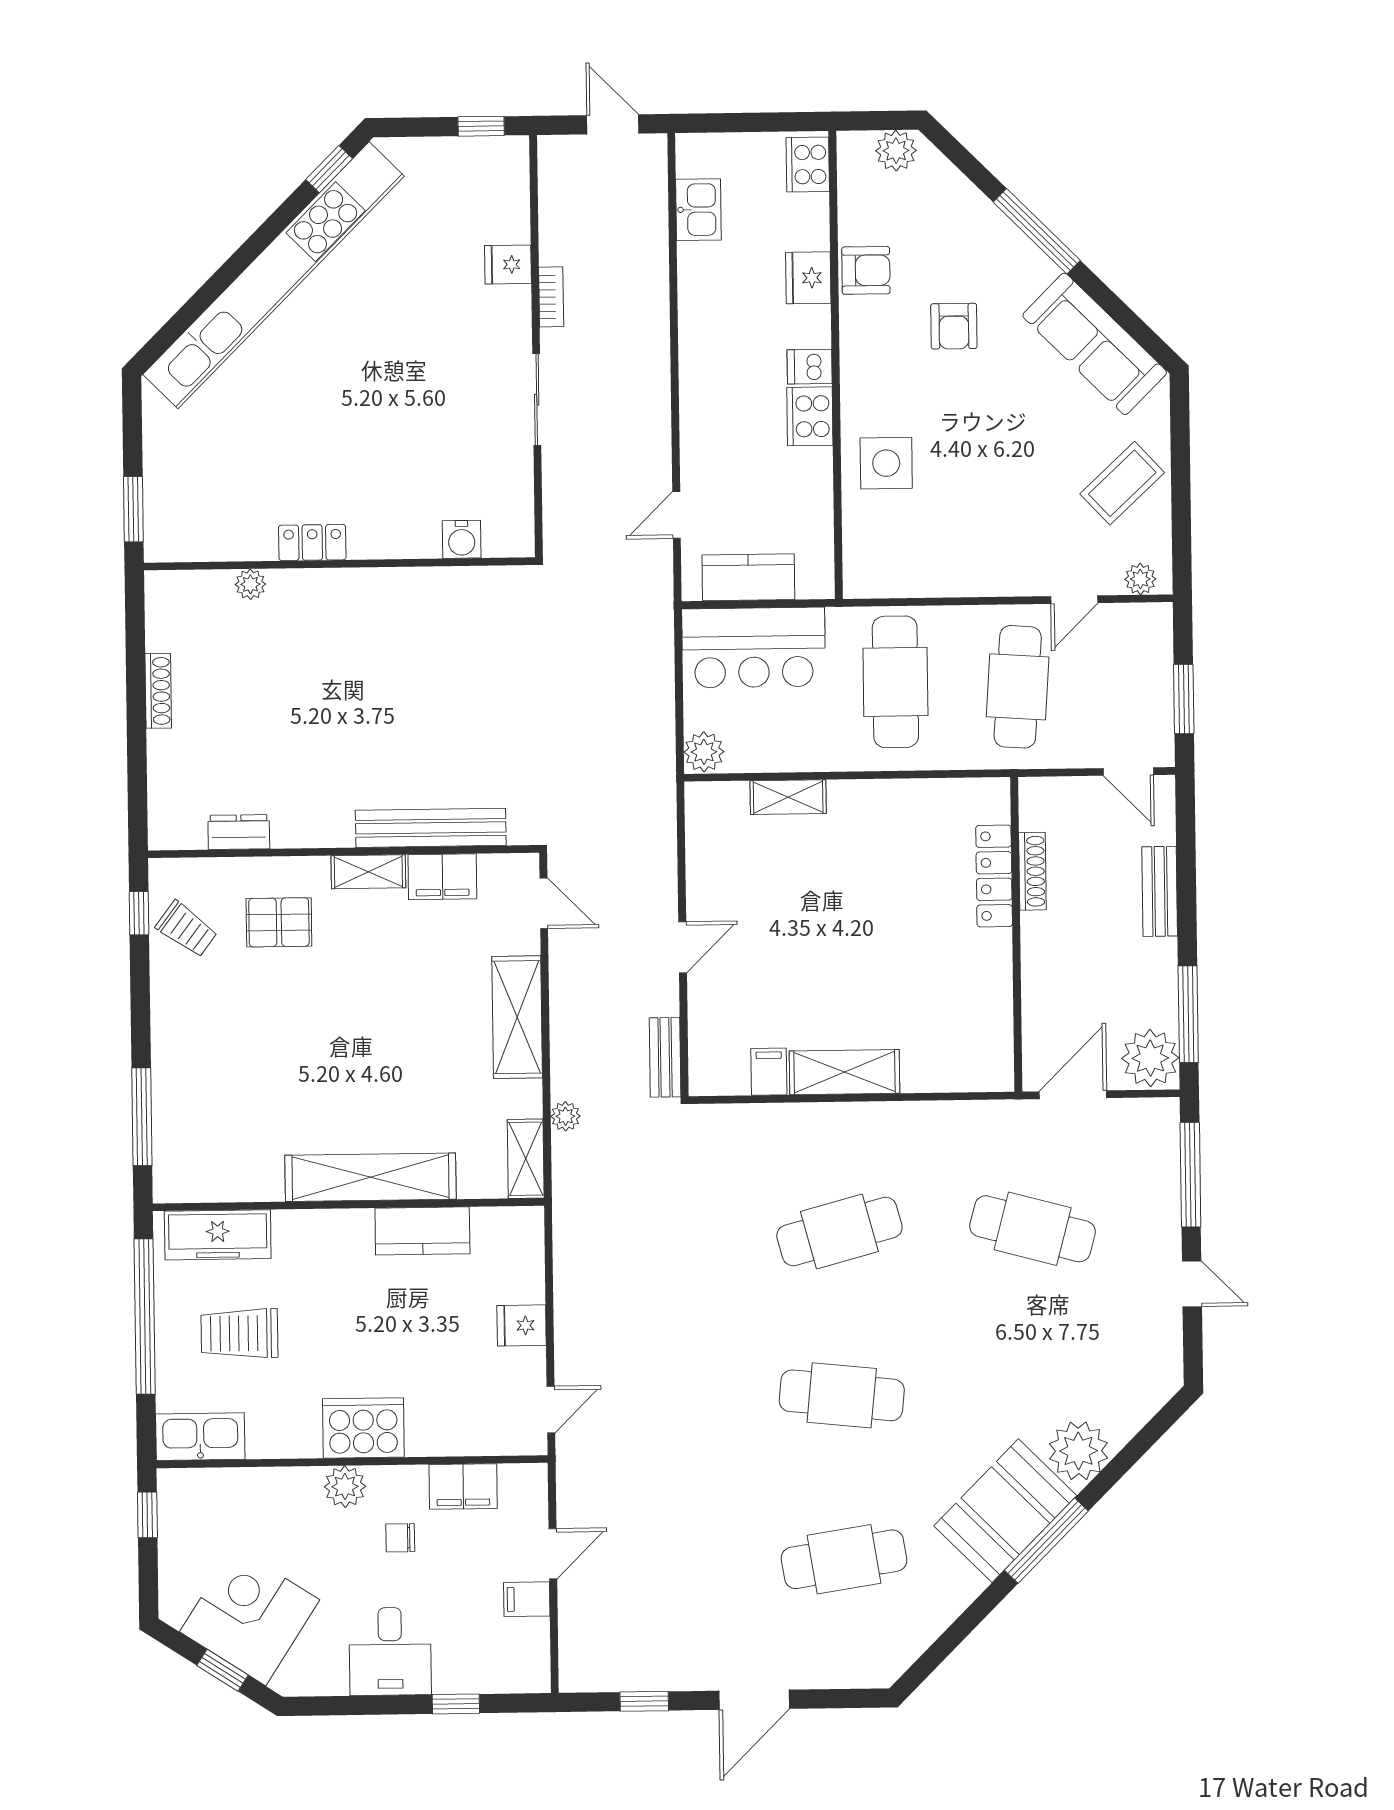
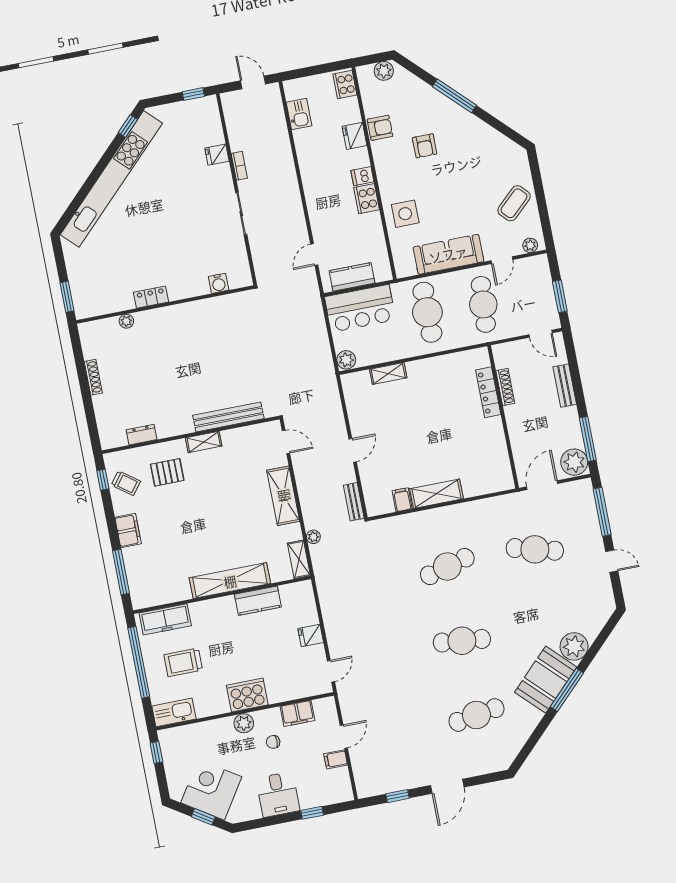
sofa: (1095, 344) -> (448, 254), moved, turned 135
filing cabinet: (442, 877) -> (128, 530), moved, turned -90

